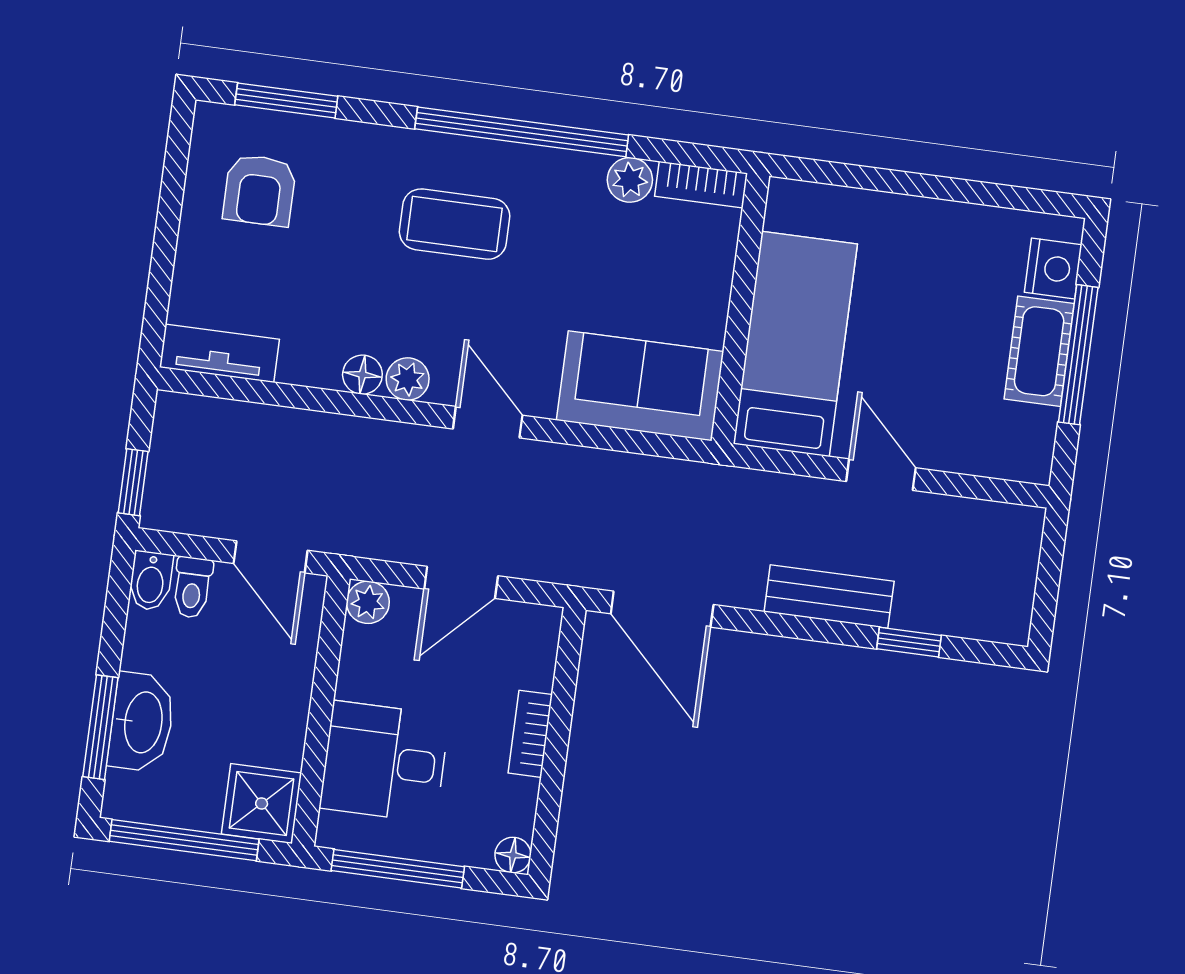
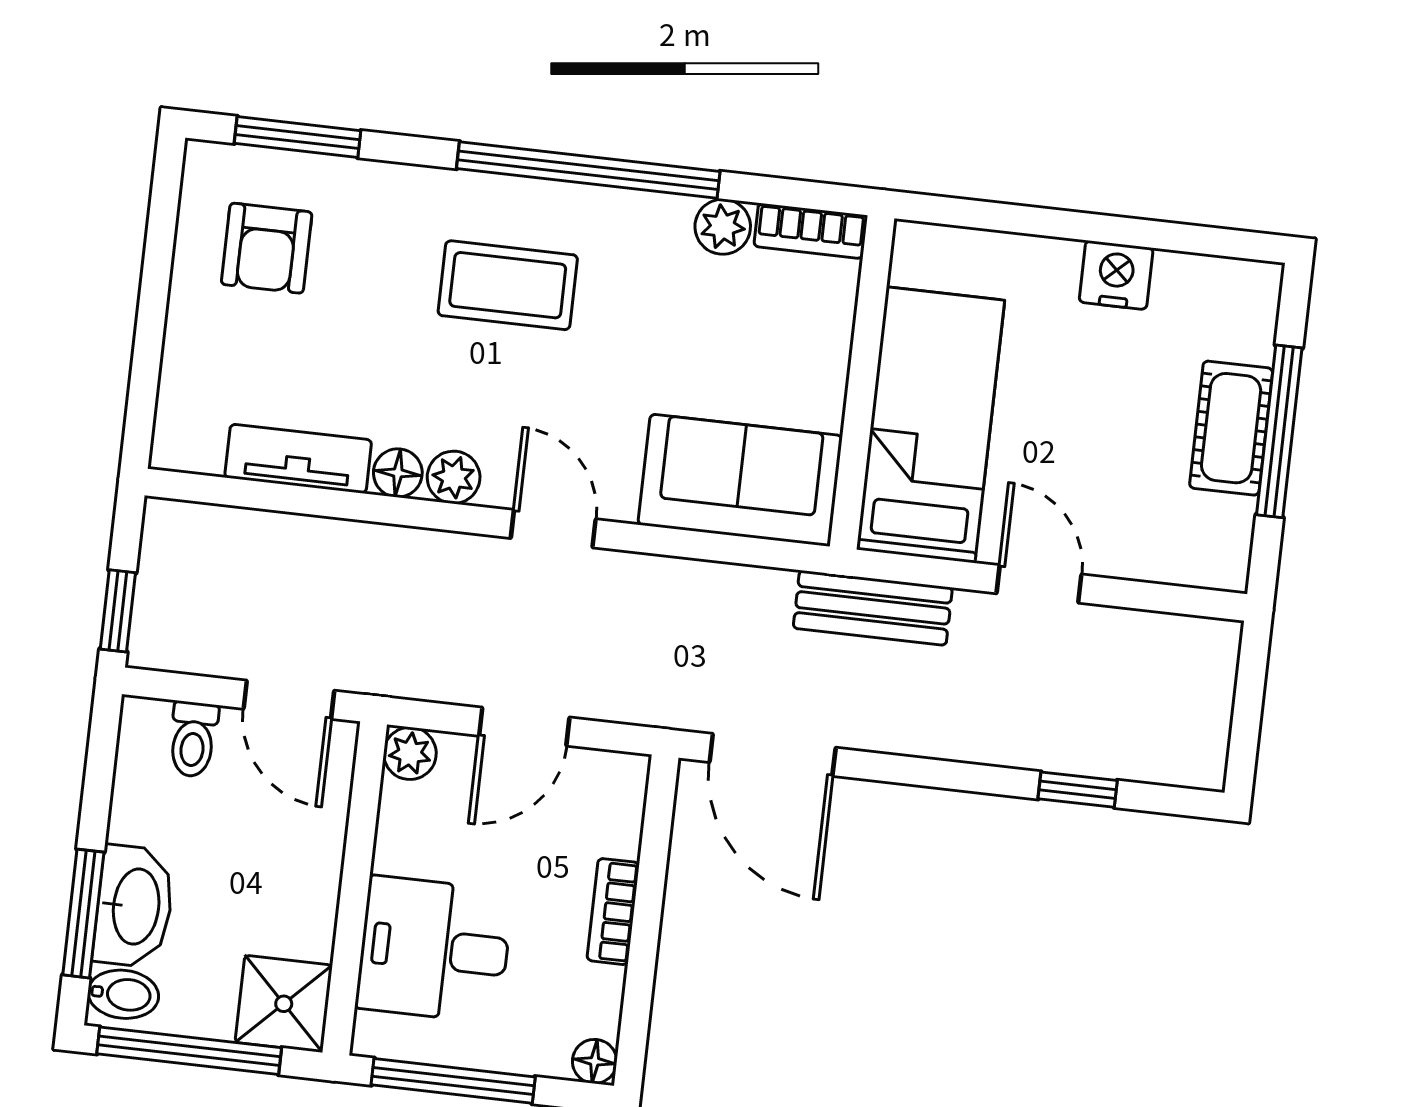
nightstand: (1053, 268) -> (1116, 275), moved, turned -90
tv unit: (219, 353) -> (298, 459), moved
bidet: (151, 581) -> (123, 994), moved, turned -90
bench: (829, 597) -> (873, 608), moved

